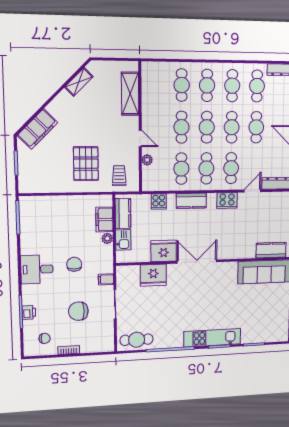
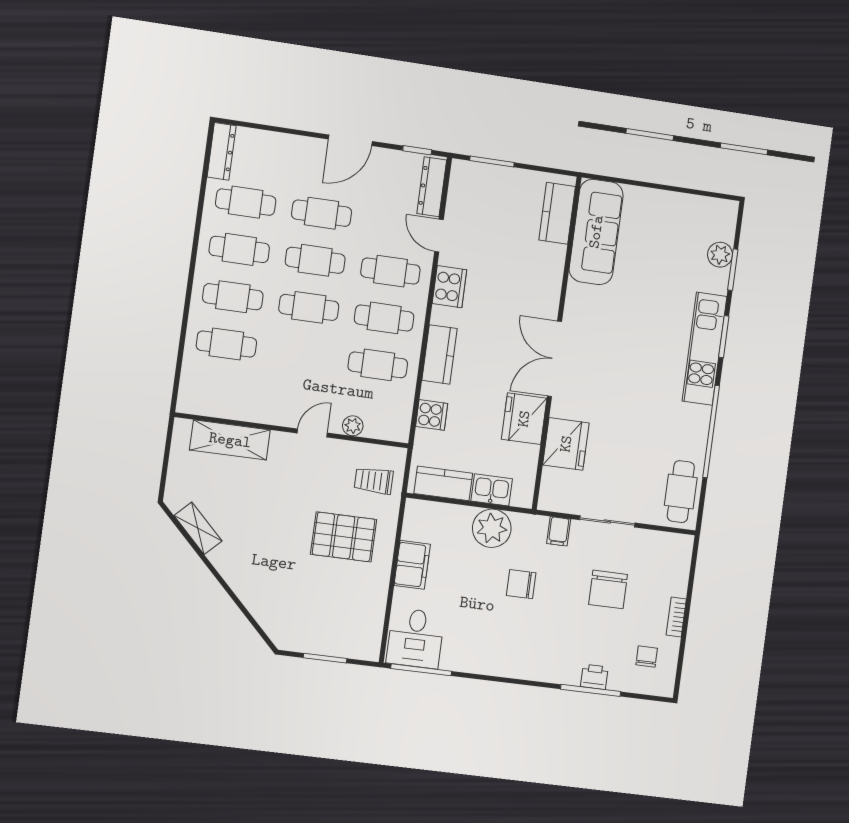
cafe table: (181, 127) -> (302, 355), removed
filing cabinet: (37, 129) -> (271, 612), removed
filing cabinet: (104, 219) -> (412, 565), moved, turned -90
plant: (107, 238) -> (492, 528), width x1.88, depth x1.88
desk: (37, 269) -> (415, 638), moved
plant: (261, 337) -> (720, 255), added

